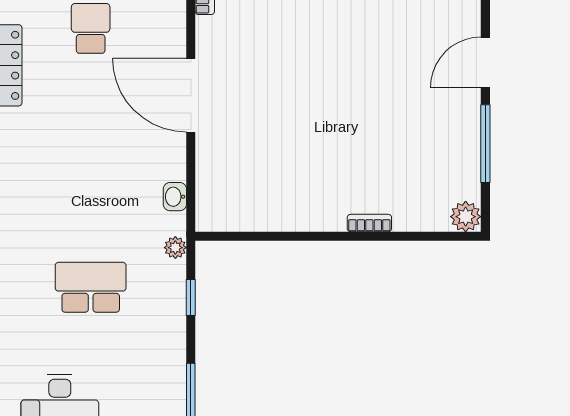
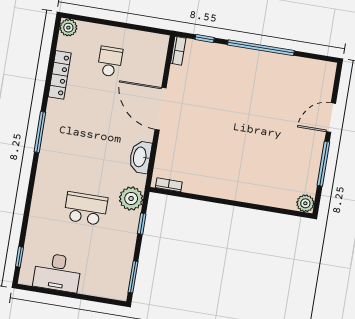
washbasin: (175, 197) -> (140, 157), width x1.91, depth x1.45
bookcase: (369, 223) -> (169, 185), moved
plant: (175, 248) -> (131, 199), width x1.88, depth x1.88

